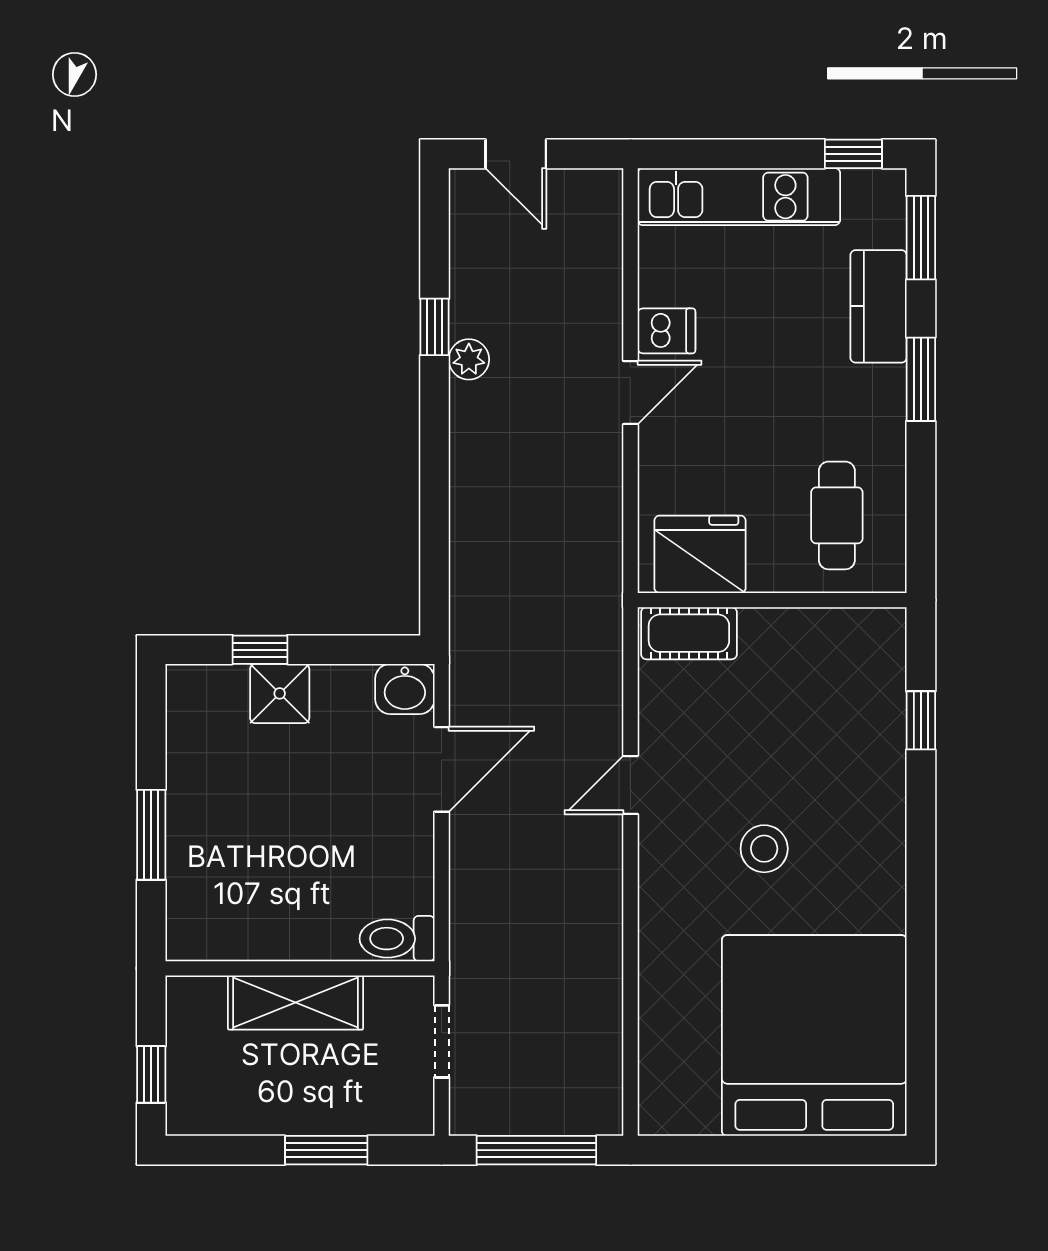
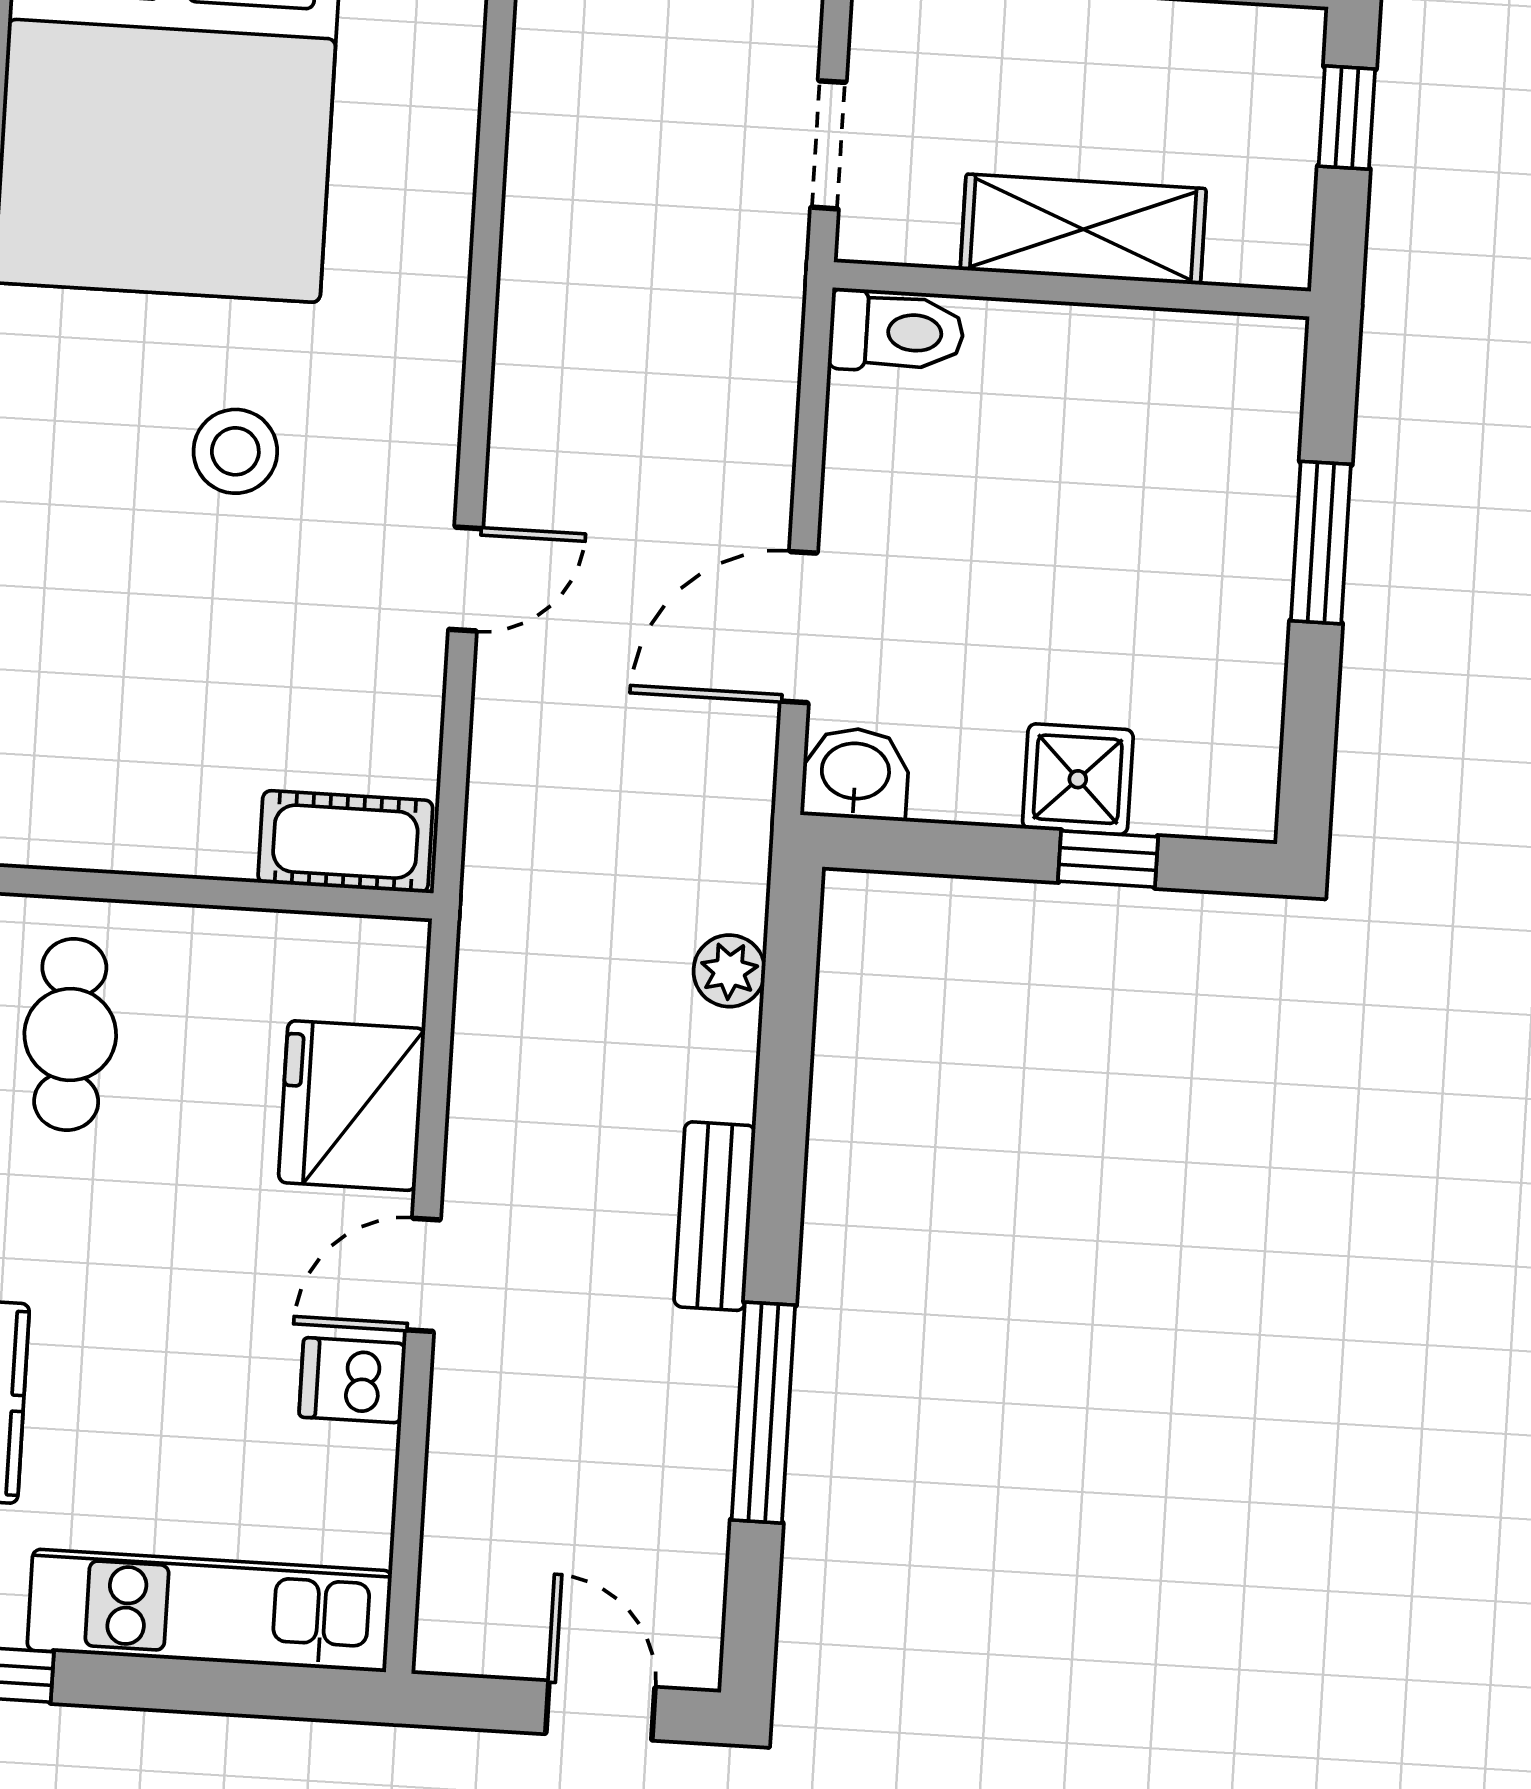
window: (435, 327) -> (763, 1413), width x2.17
plant: (469, 359) -> (729, 971), moved
bench: (469, 436) -> (715, 1216), added
fridge: (700, 554) -> (352, 1106), moved, turned 90

